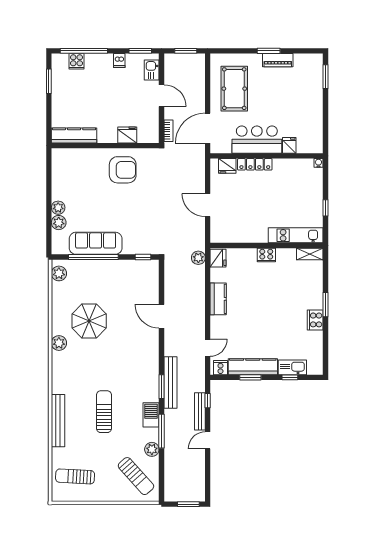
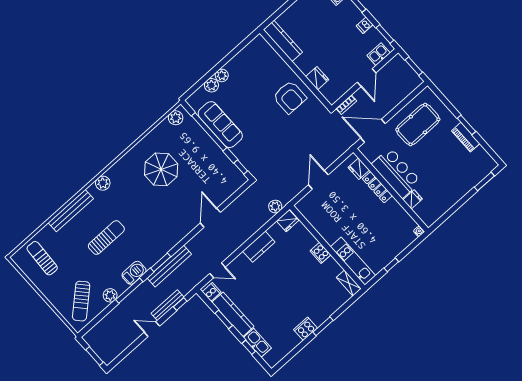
plant: (59, 343) -> (103, 183), moved

